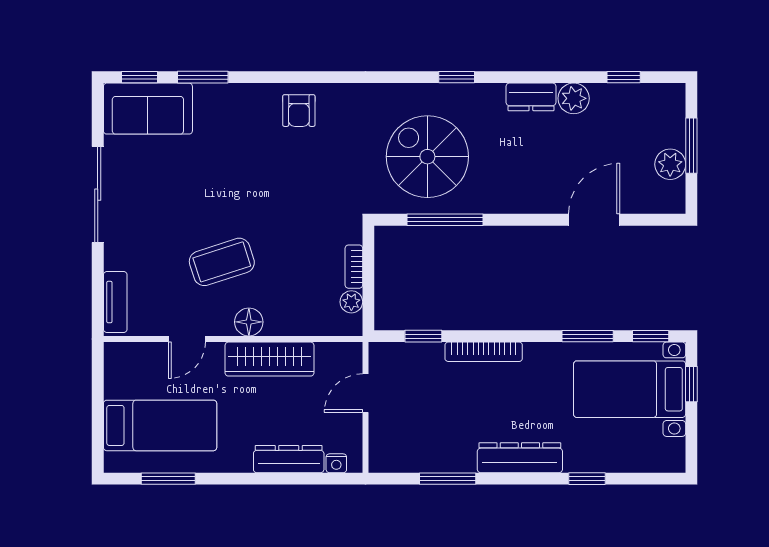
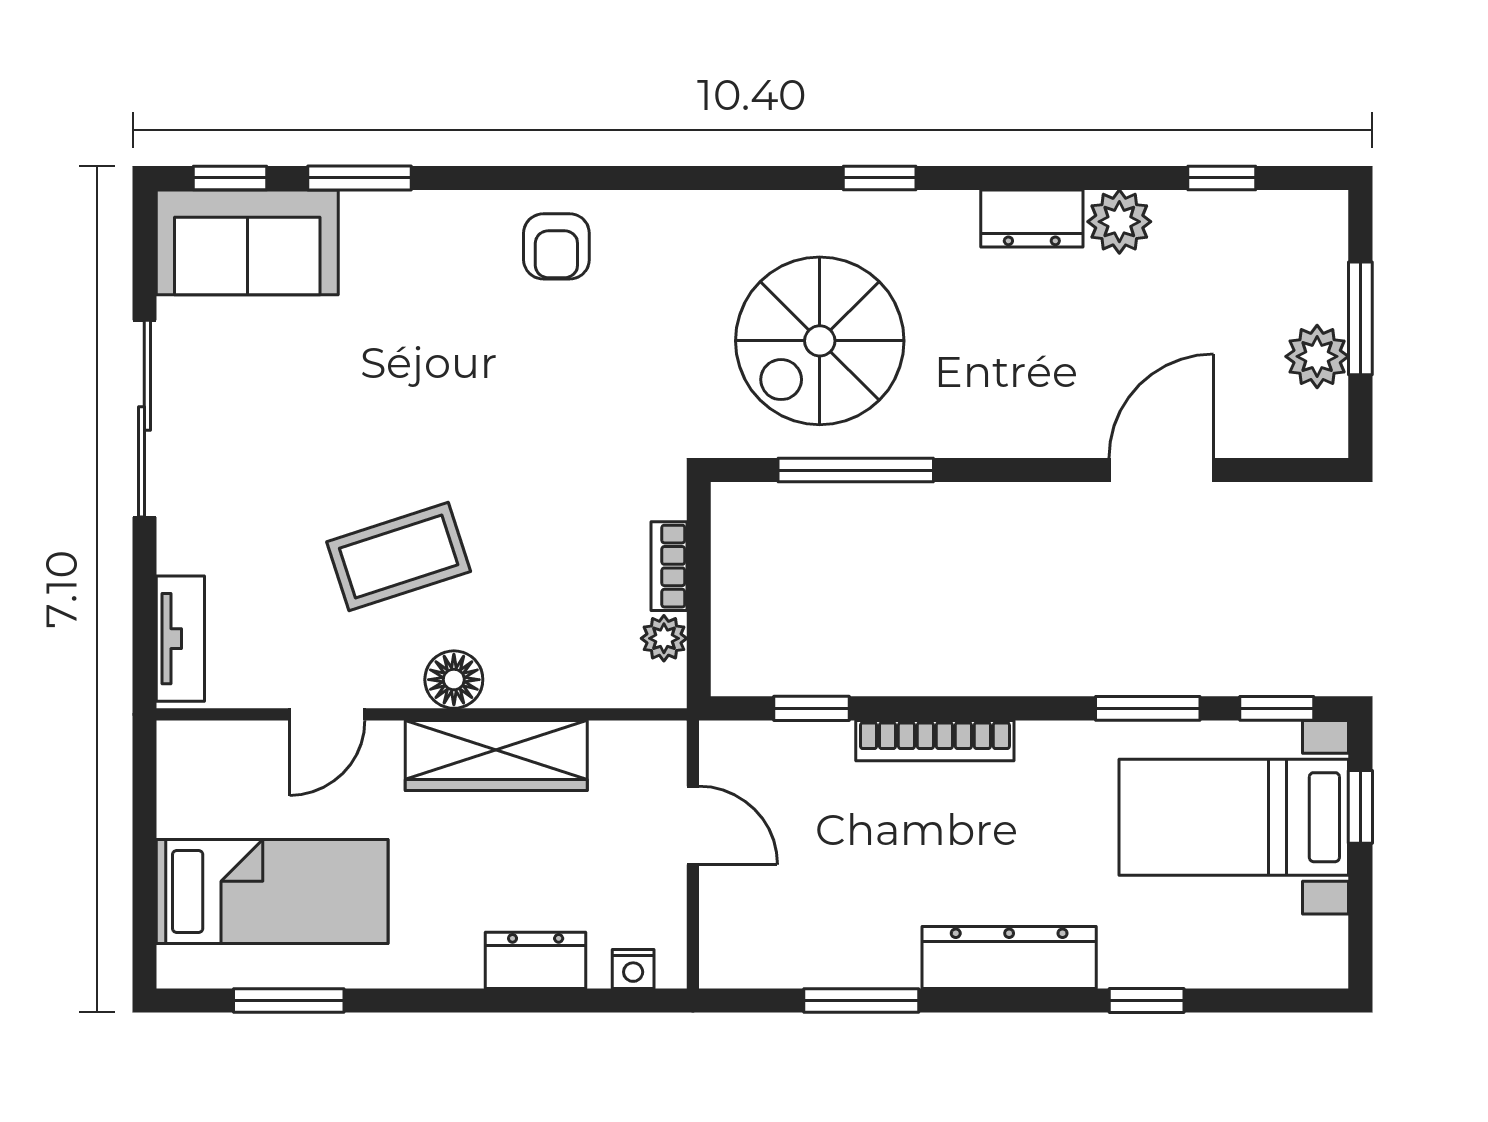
spiral stairs: (427, 157) -> (820, 341), turned -90
door: (365, 393) -> (693, 825), swing flipped
dresser: (289, 459) -> (536, 960), width x0.70

